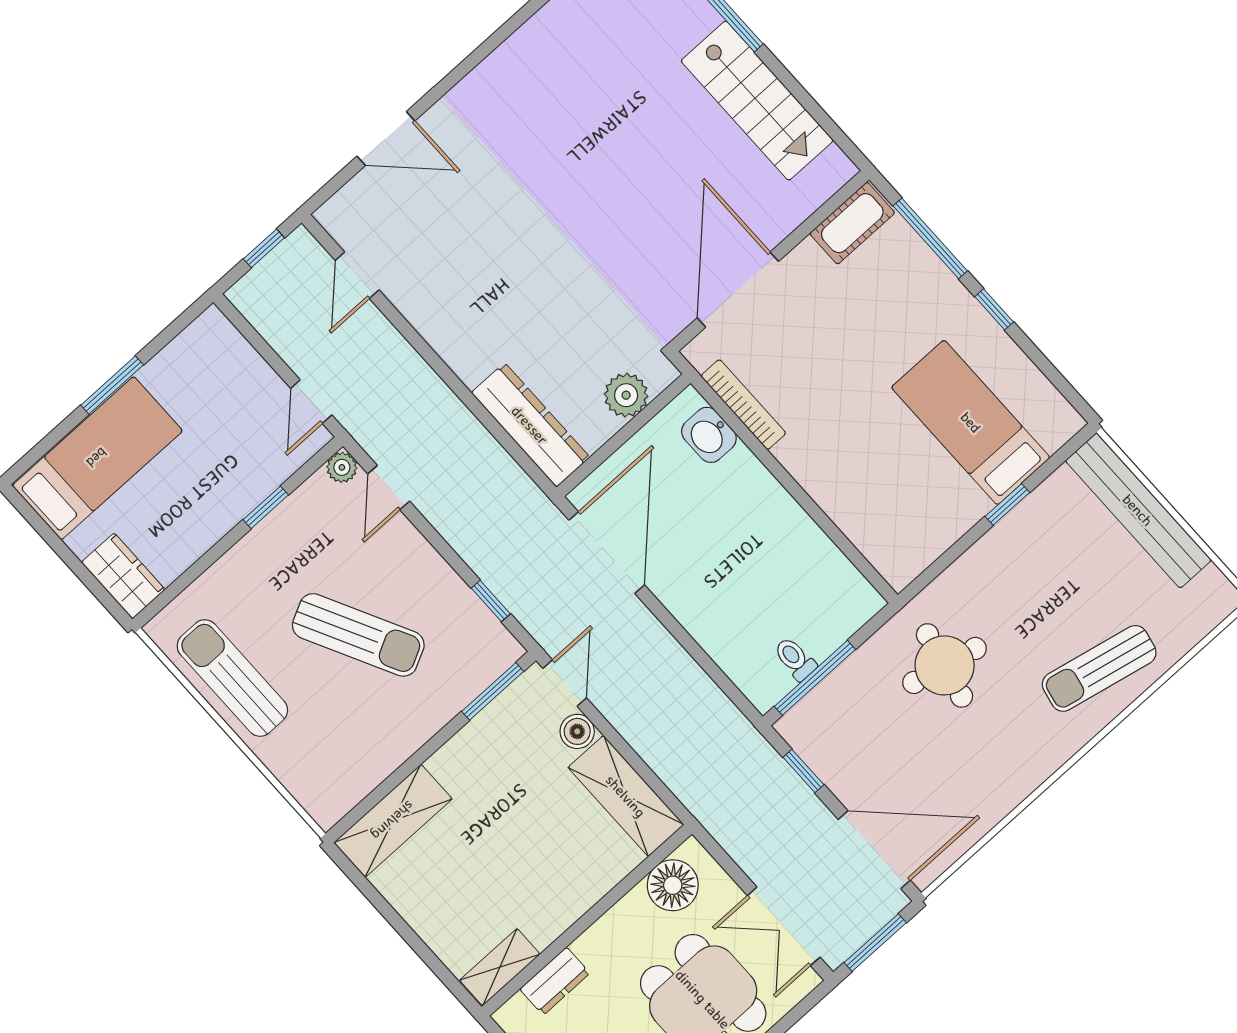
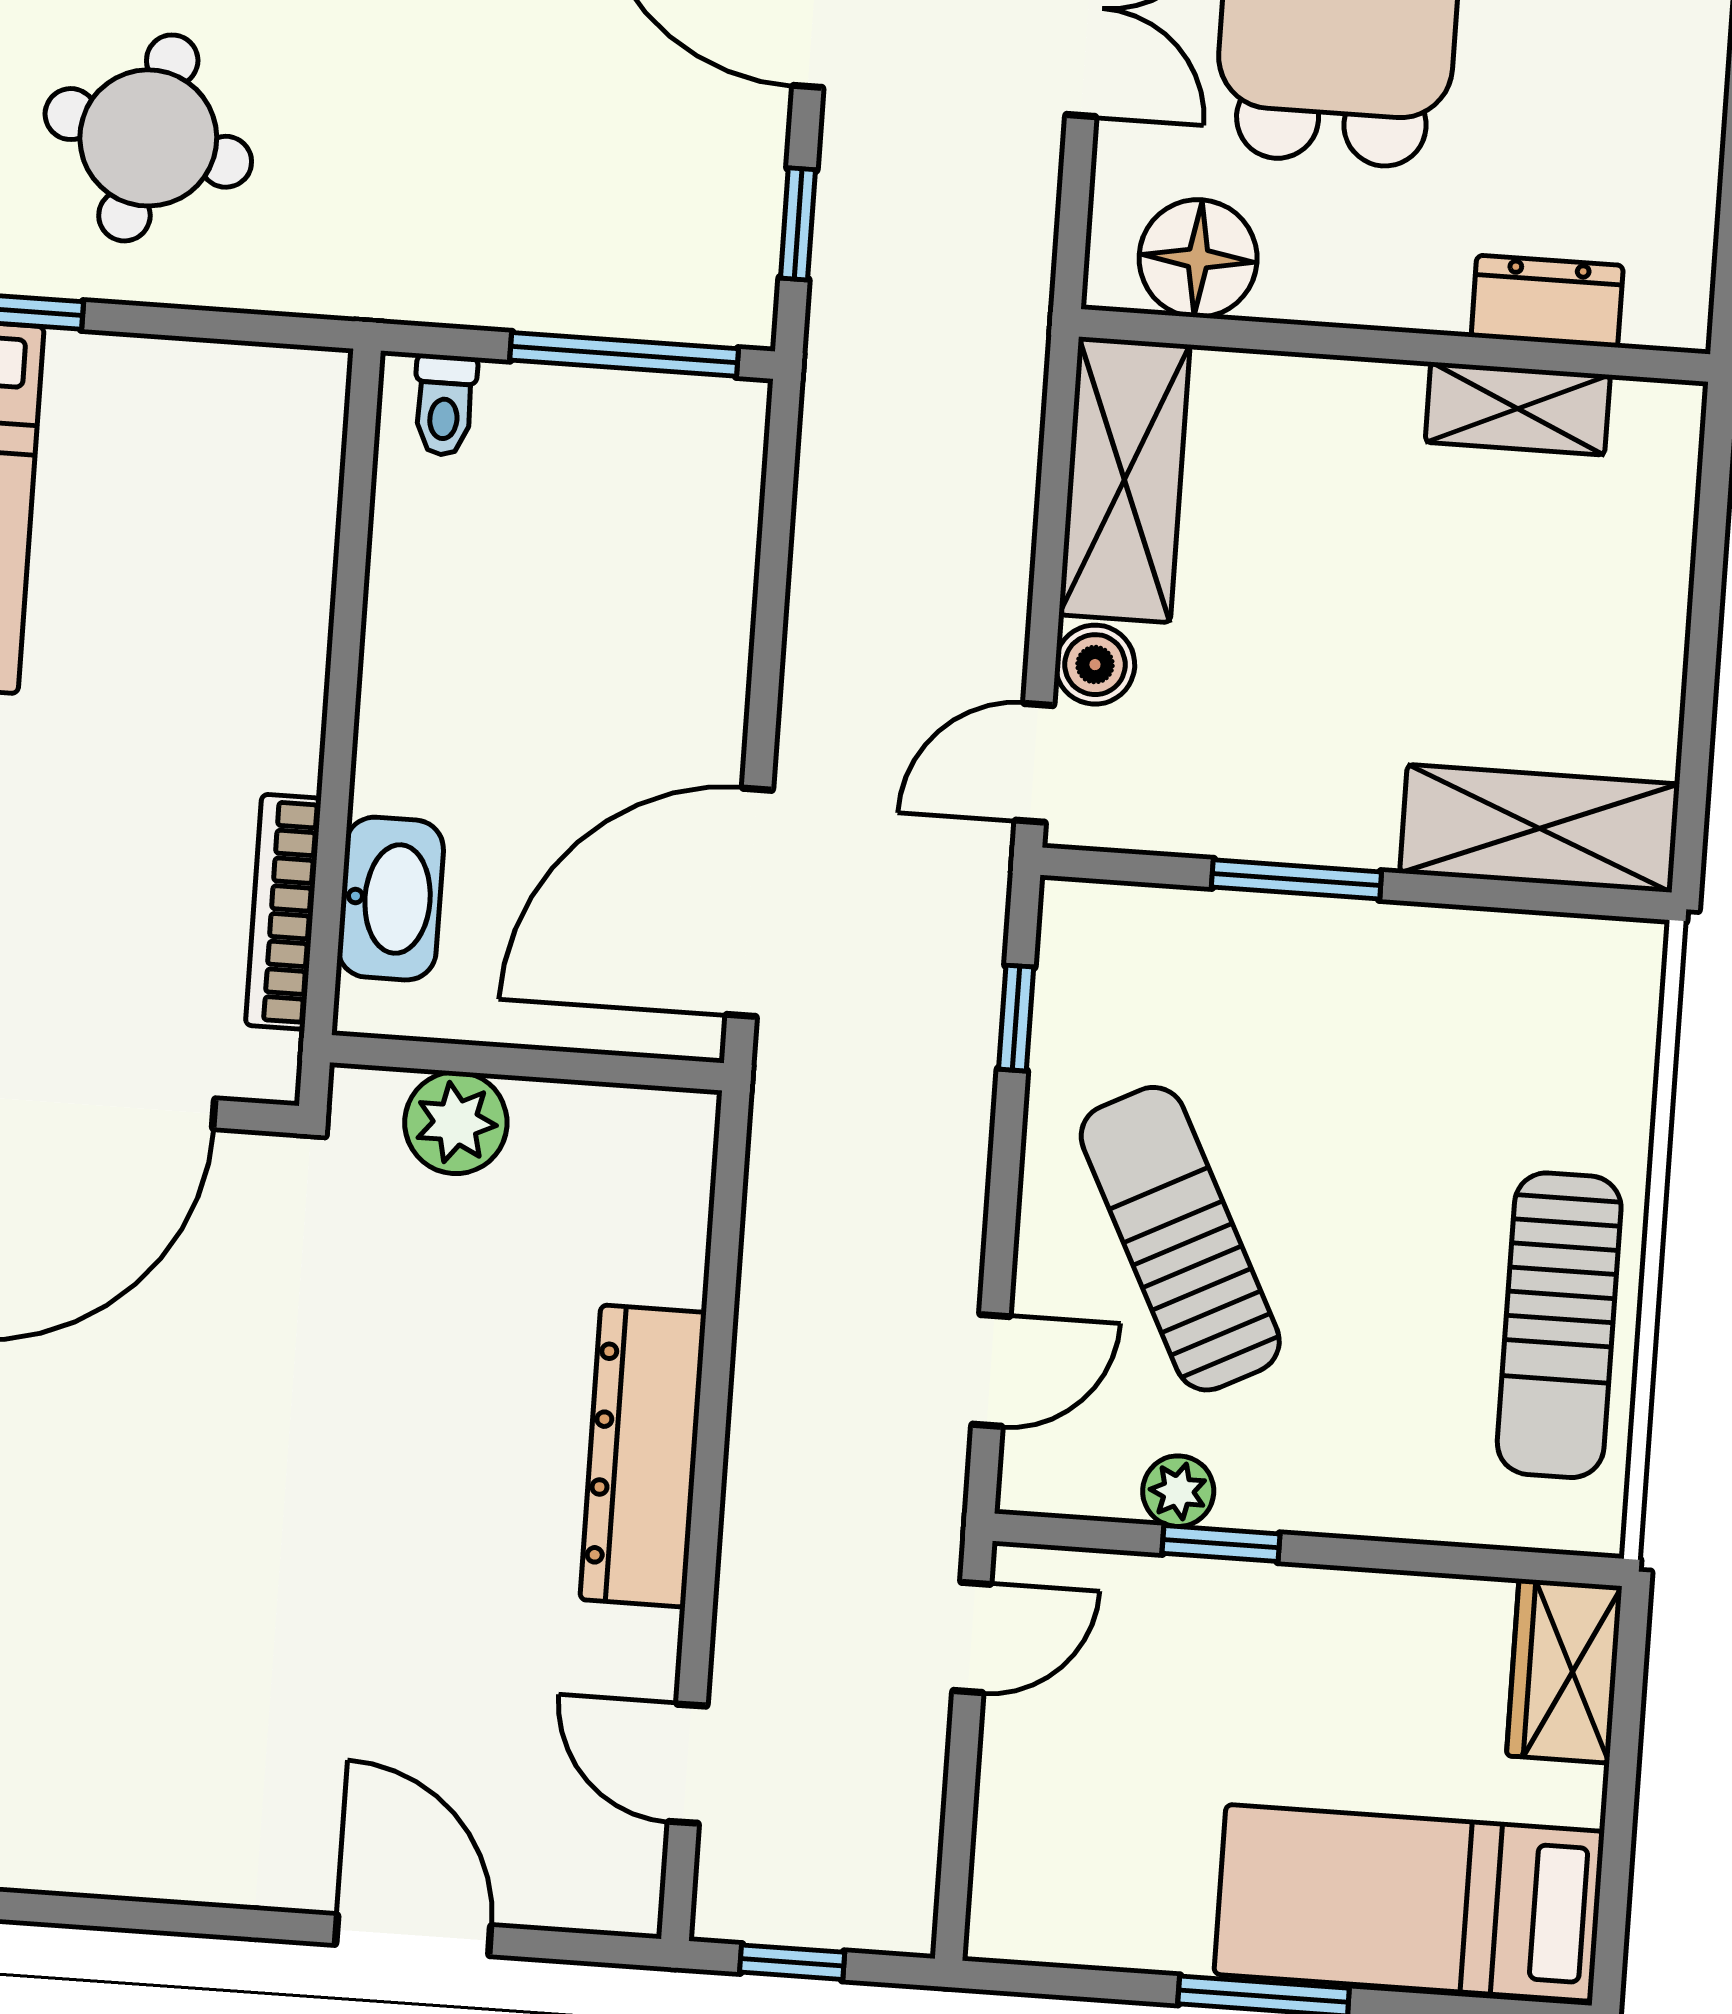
door: (357, 275) -> (688, 1764), swing flipped
dresser: (530, 425) -> (643, 1456), moved
washbasin: (709, 435) -> (391, 899), width x1.38
plant: (342, 467) -> (1178, 1491), moved
sun lounger: (358, 635) -> (1180, 1239), moved
toilet: (795, 659) -> (444, 405), moved
round table: (945, 665) -> (148, 138), moved
window: (493, 691) -> (1296, 879), moved
shelving: (500, 967) -> (1518, 409), moved

